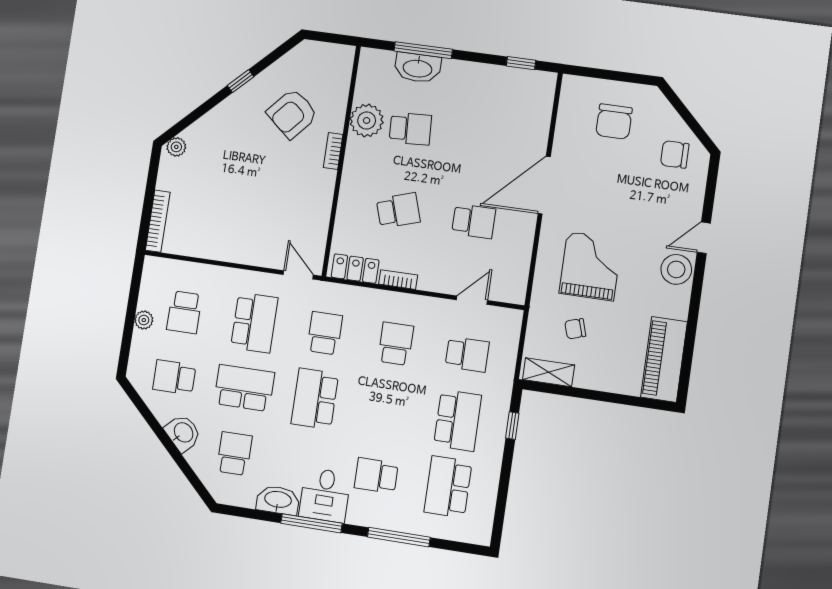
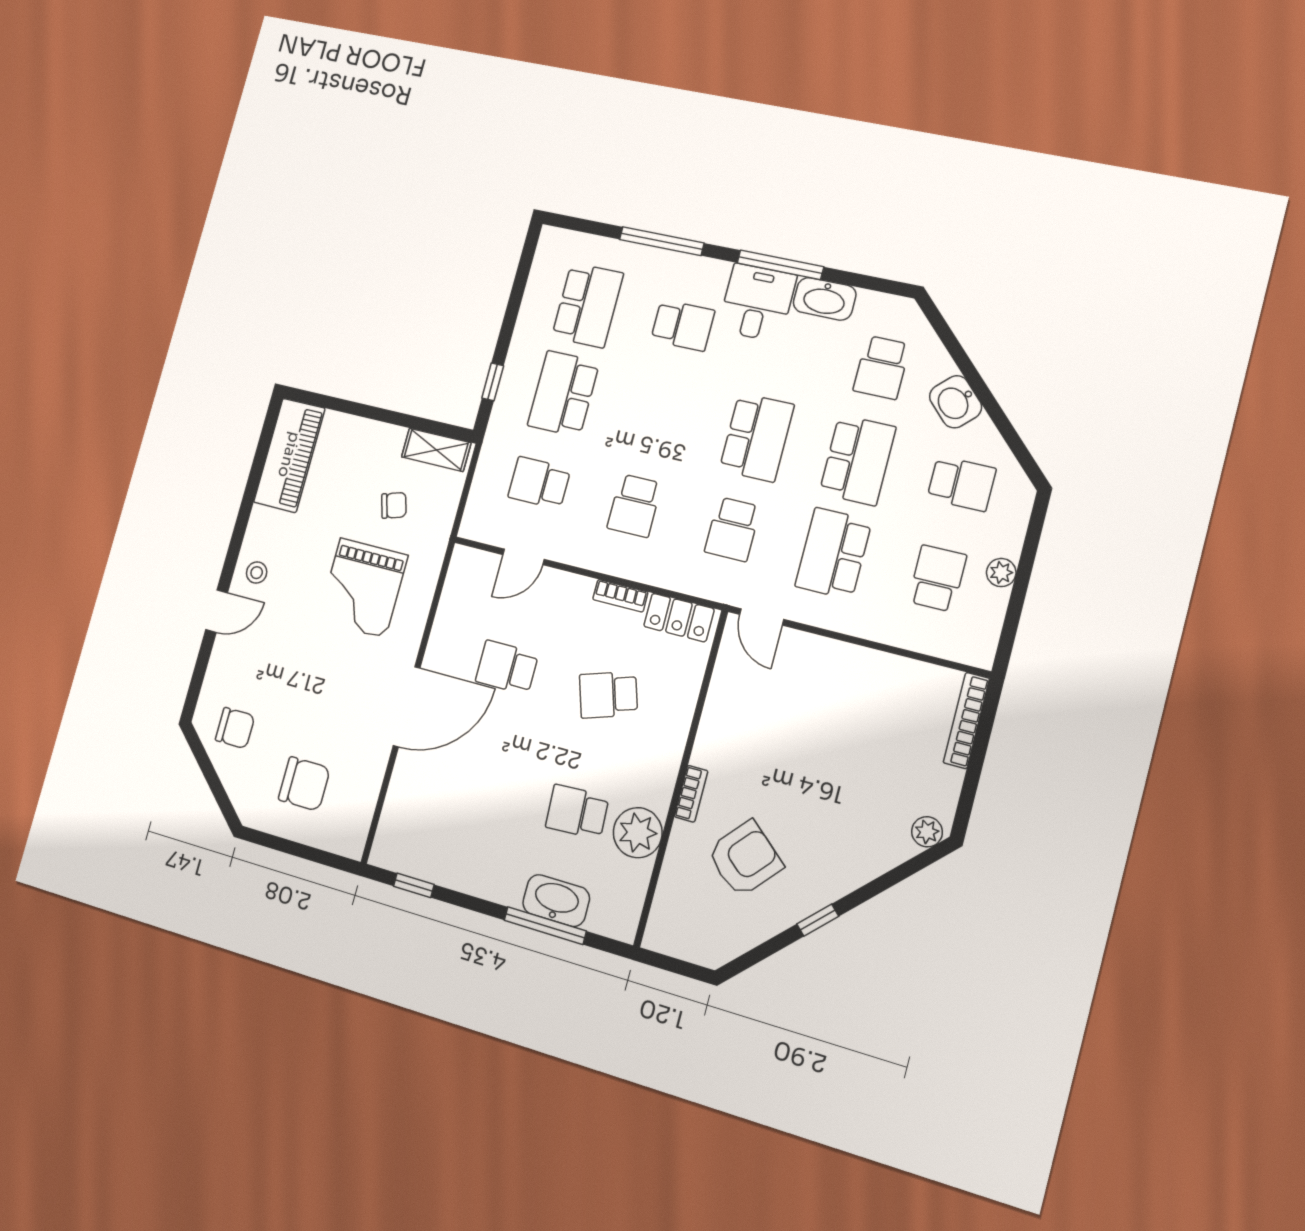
chair: (614, 122) -> (304, 784), turned 90
stool: (676, 269) -> (257, 573), width x0.53, depth x0.53
school desk: (244, 388) -> (858, 460), turned -90

